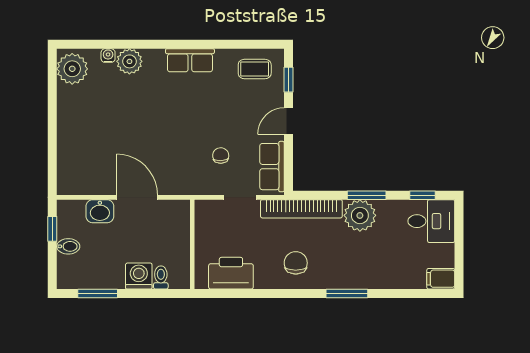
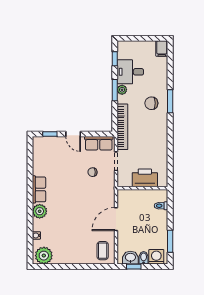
plant: (129, 61) -> (40, 211), moved
coffee table: (255, 69) -> (103, 251), moved
washbasin: (100, 211) -> (130, 258), moved, turned -90
plant: (360, 215) -> (122, 90), width x0.53, depth x0.53
desk: (431, 221) -> (130, 72), moved, turned -90
chair: (296, 263) -> (151, 103), moved
printer: (231, 273) -> (145, 178), moved, turned 90
washing machine: (139, 276) -> (156, 257), moved, turned 90

